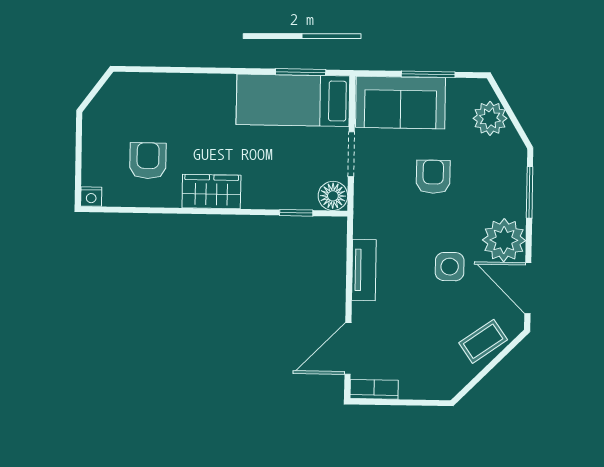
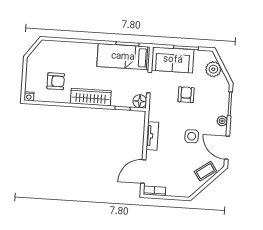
armchair: (148, 161) -> (56, 81), turned 90
wardrobe: (211, 192) -> (91, 97), width x1.50
plant: (504, 240) -> (222, 121), width x0.53, depth x0.53

